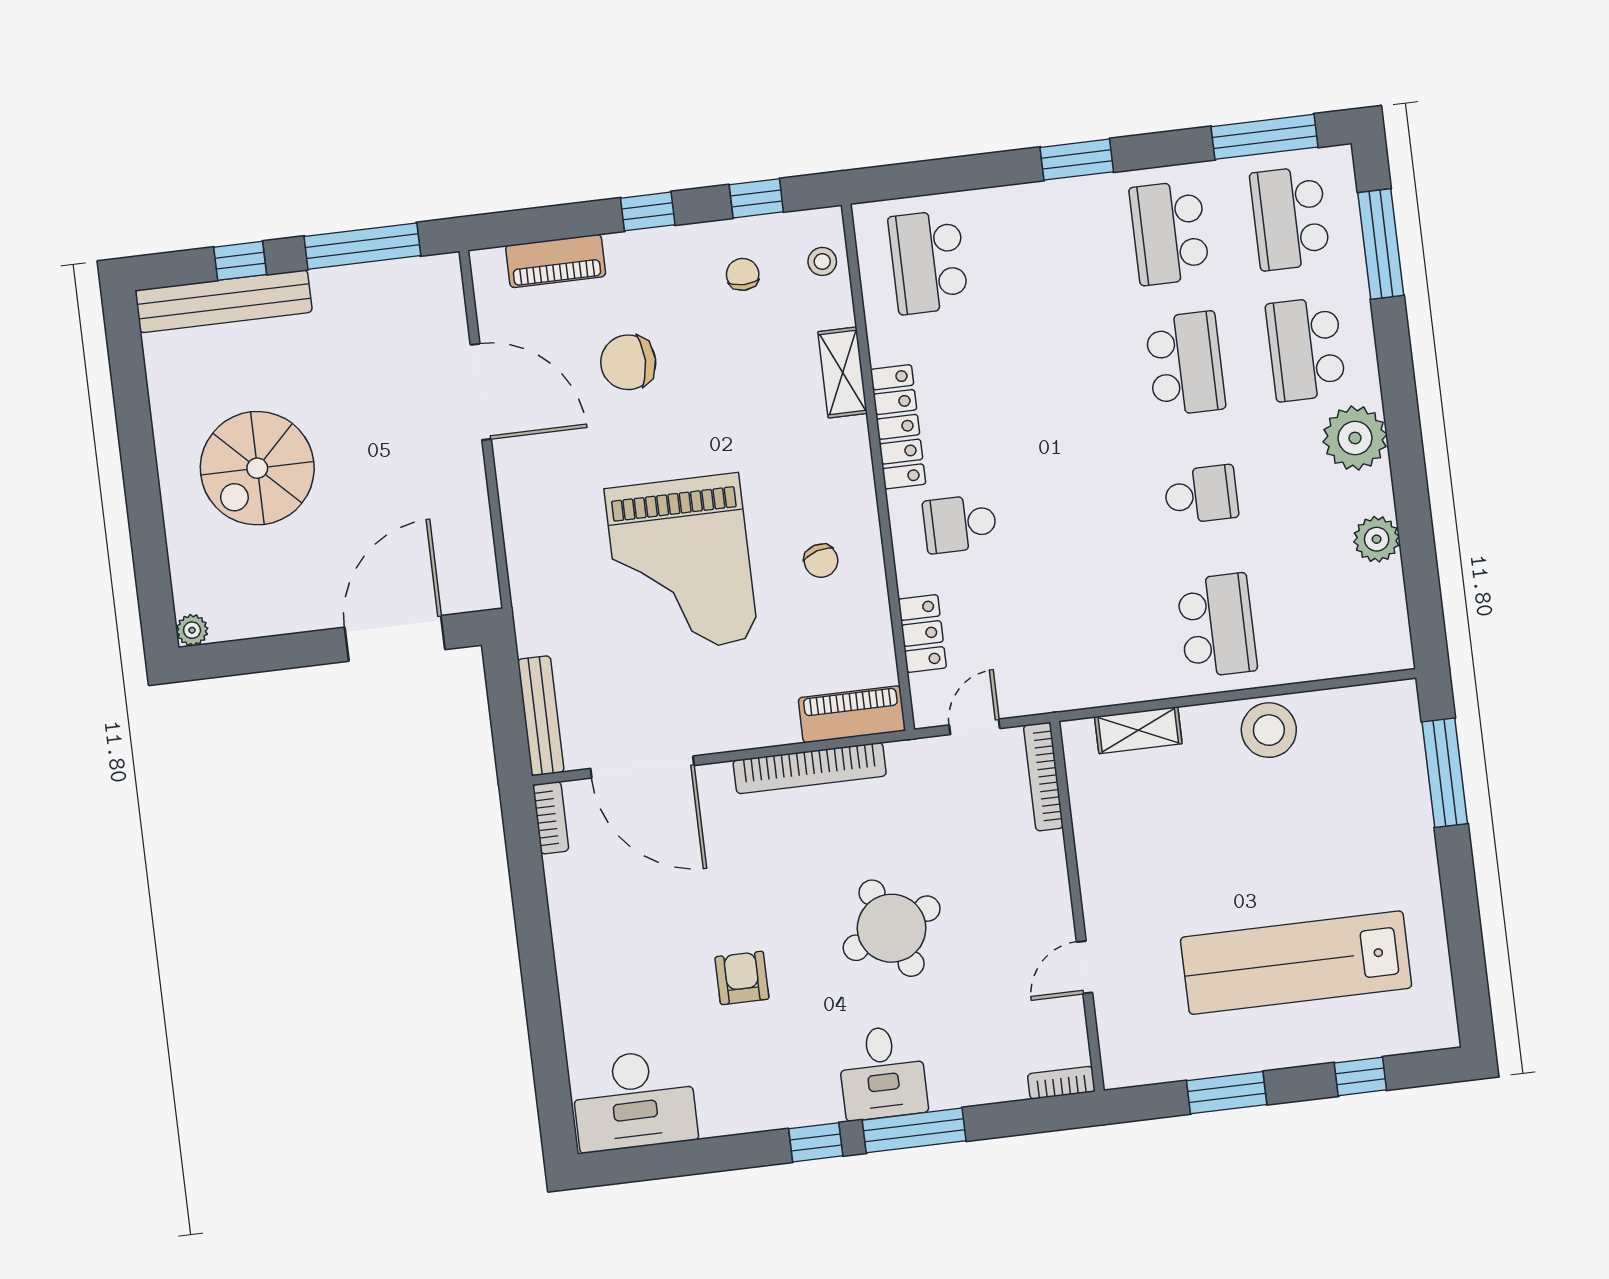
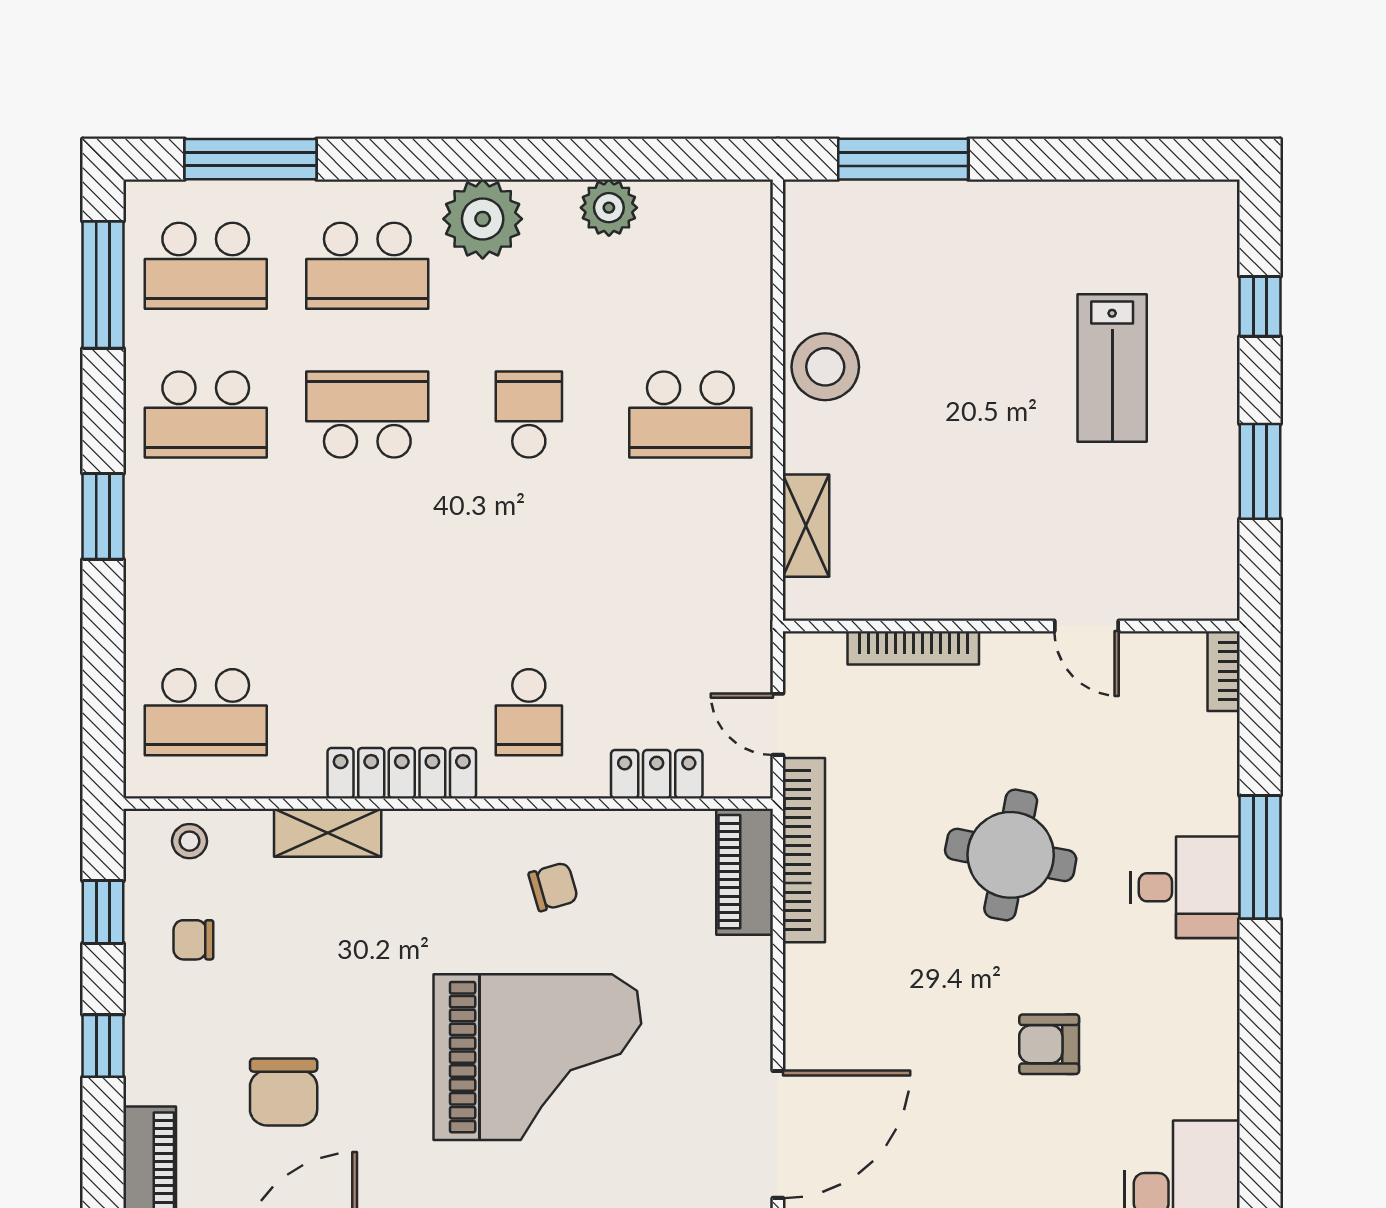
school desk: (1217, 625) -> (690, 415), turned 180
bookcase: (810, 768) -> (804, 850), moved
bookcase: (1043, 777) -> (913, 648), moved
round table: (892, 928) -> (1011, 855), turned 33
lab bench: (1296, 963) -> (1112, 368), width x0.54, depth x0.72
window: (816, 1142) -> (1260, 979), removed

